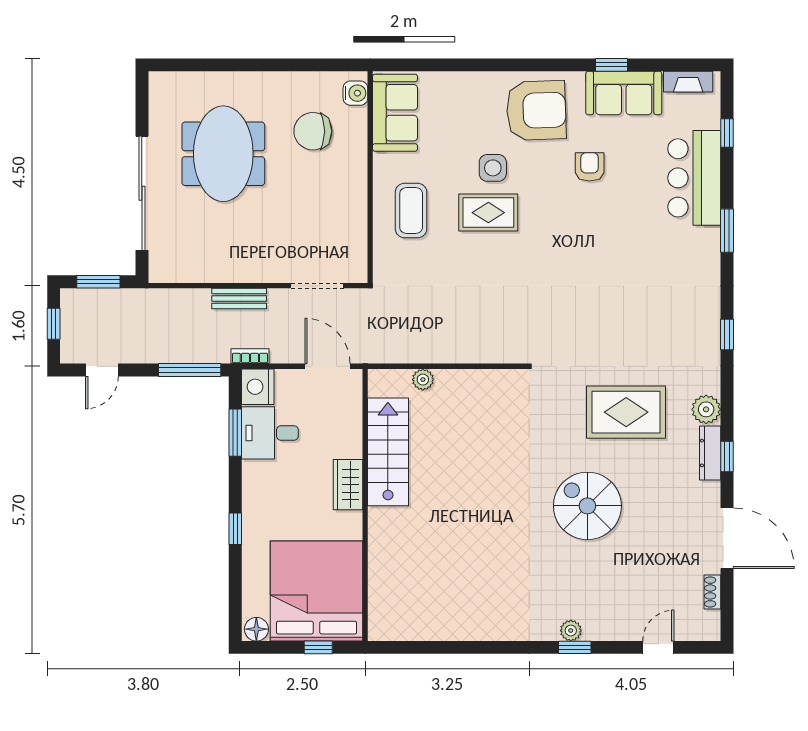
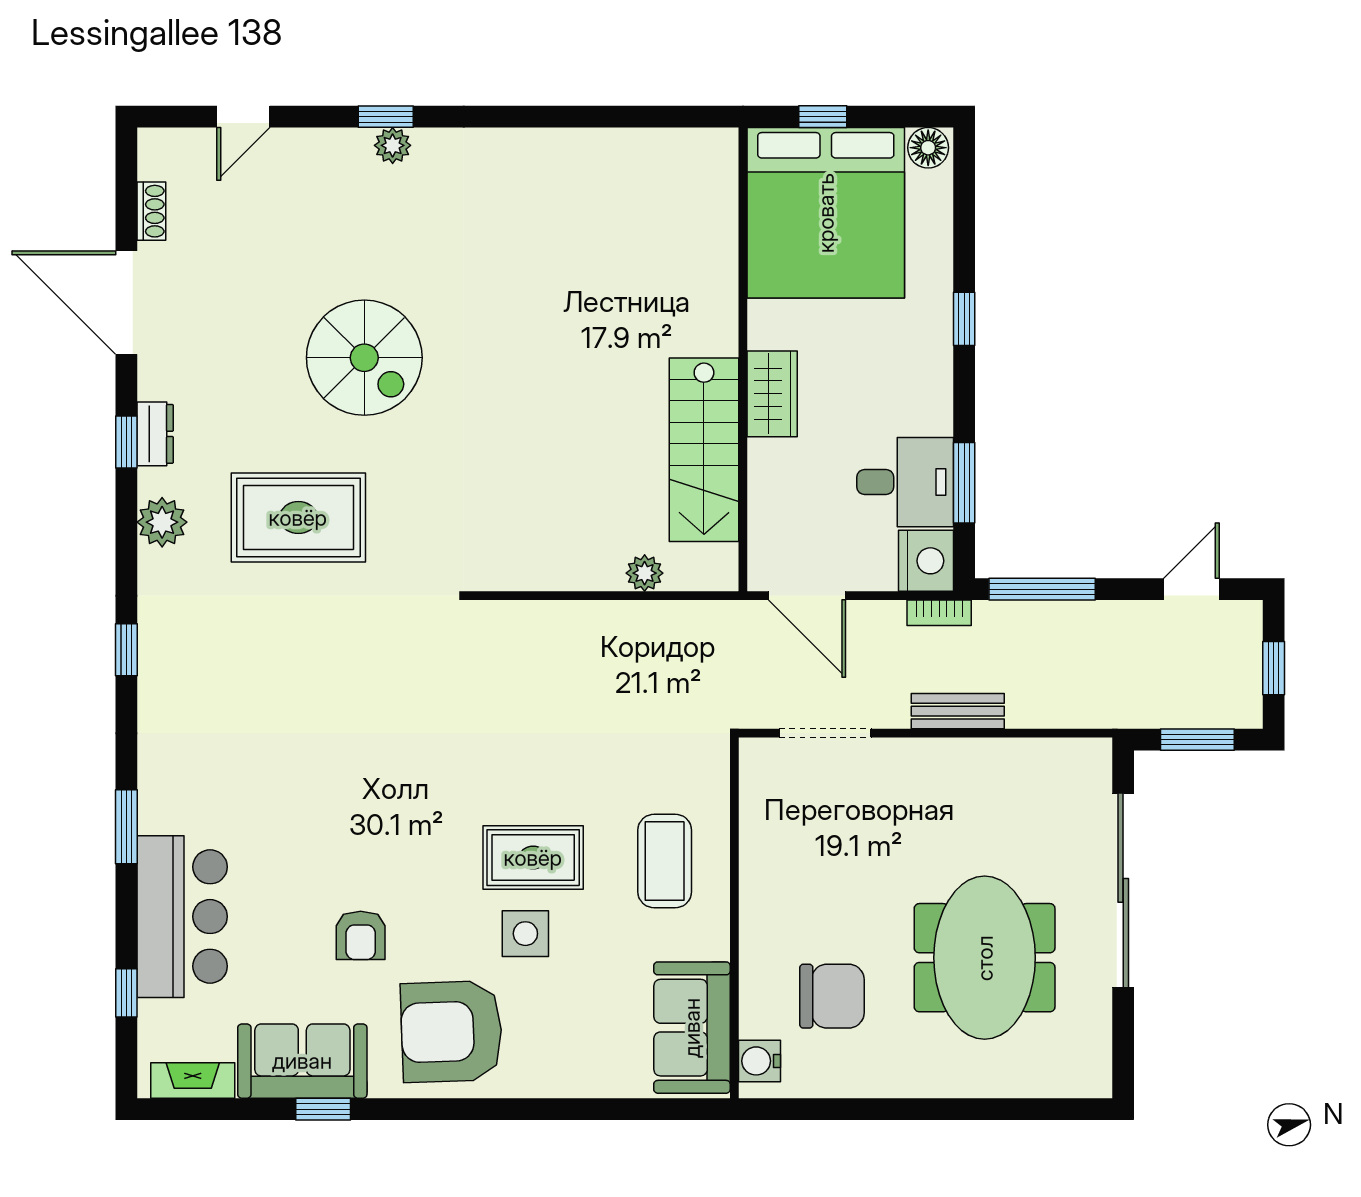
dresser: (710, 453) -> (155, 434), width x0.70

